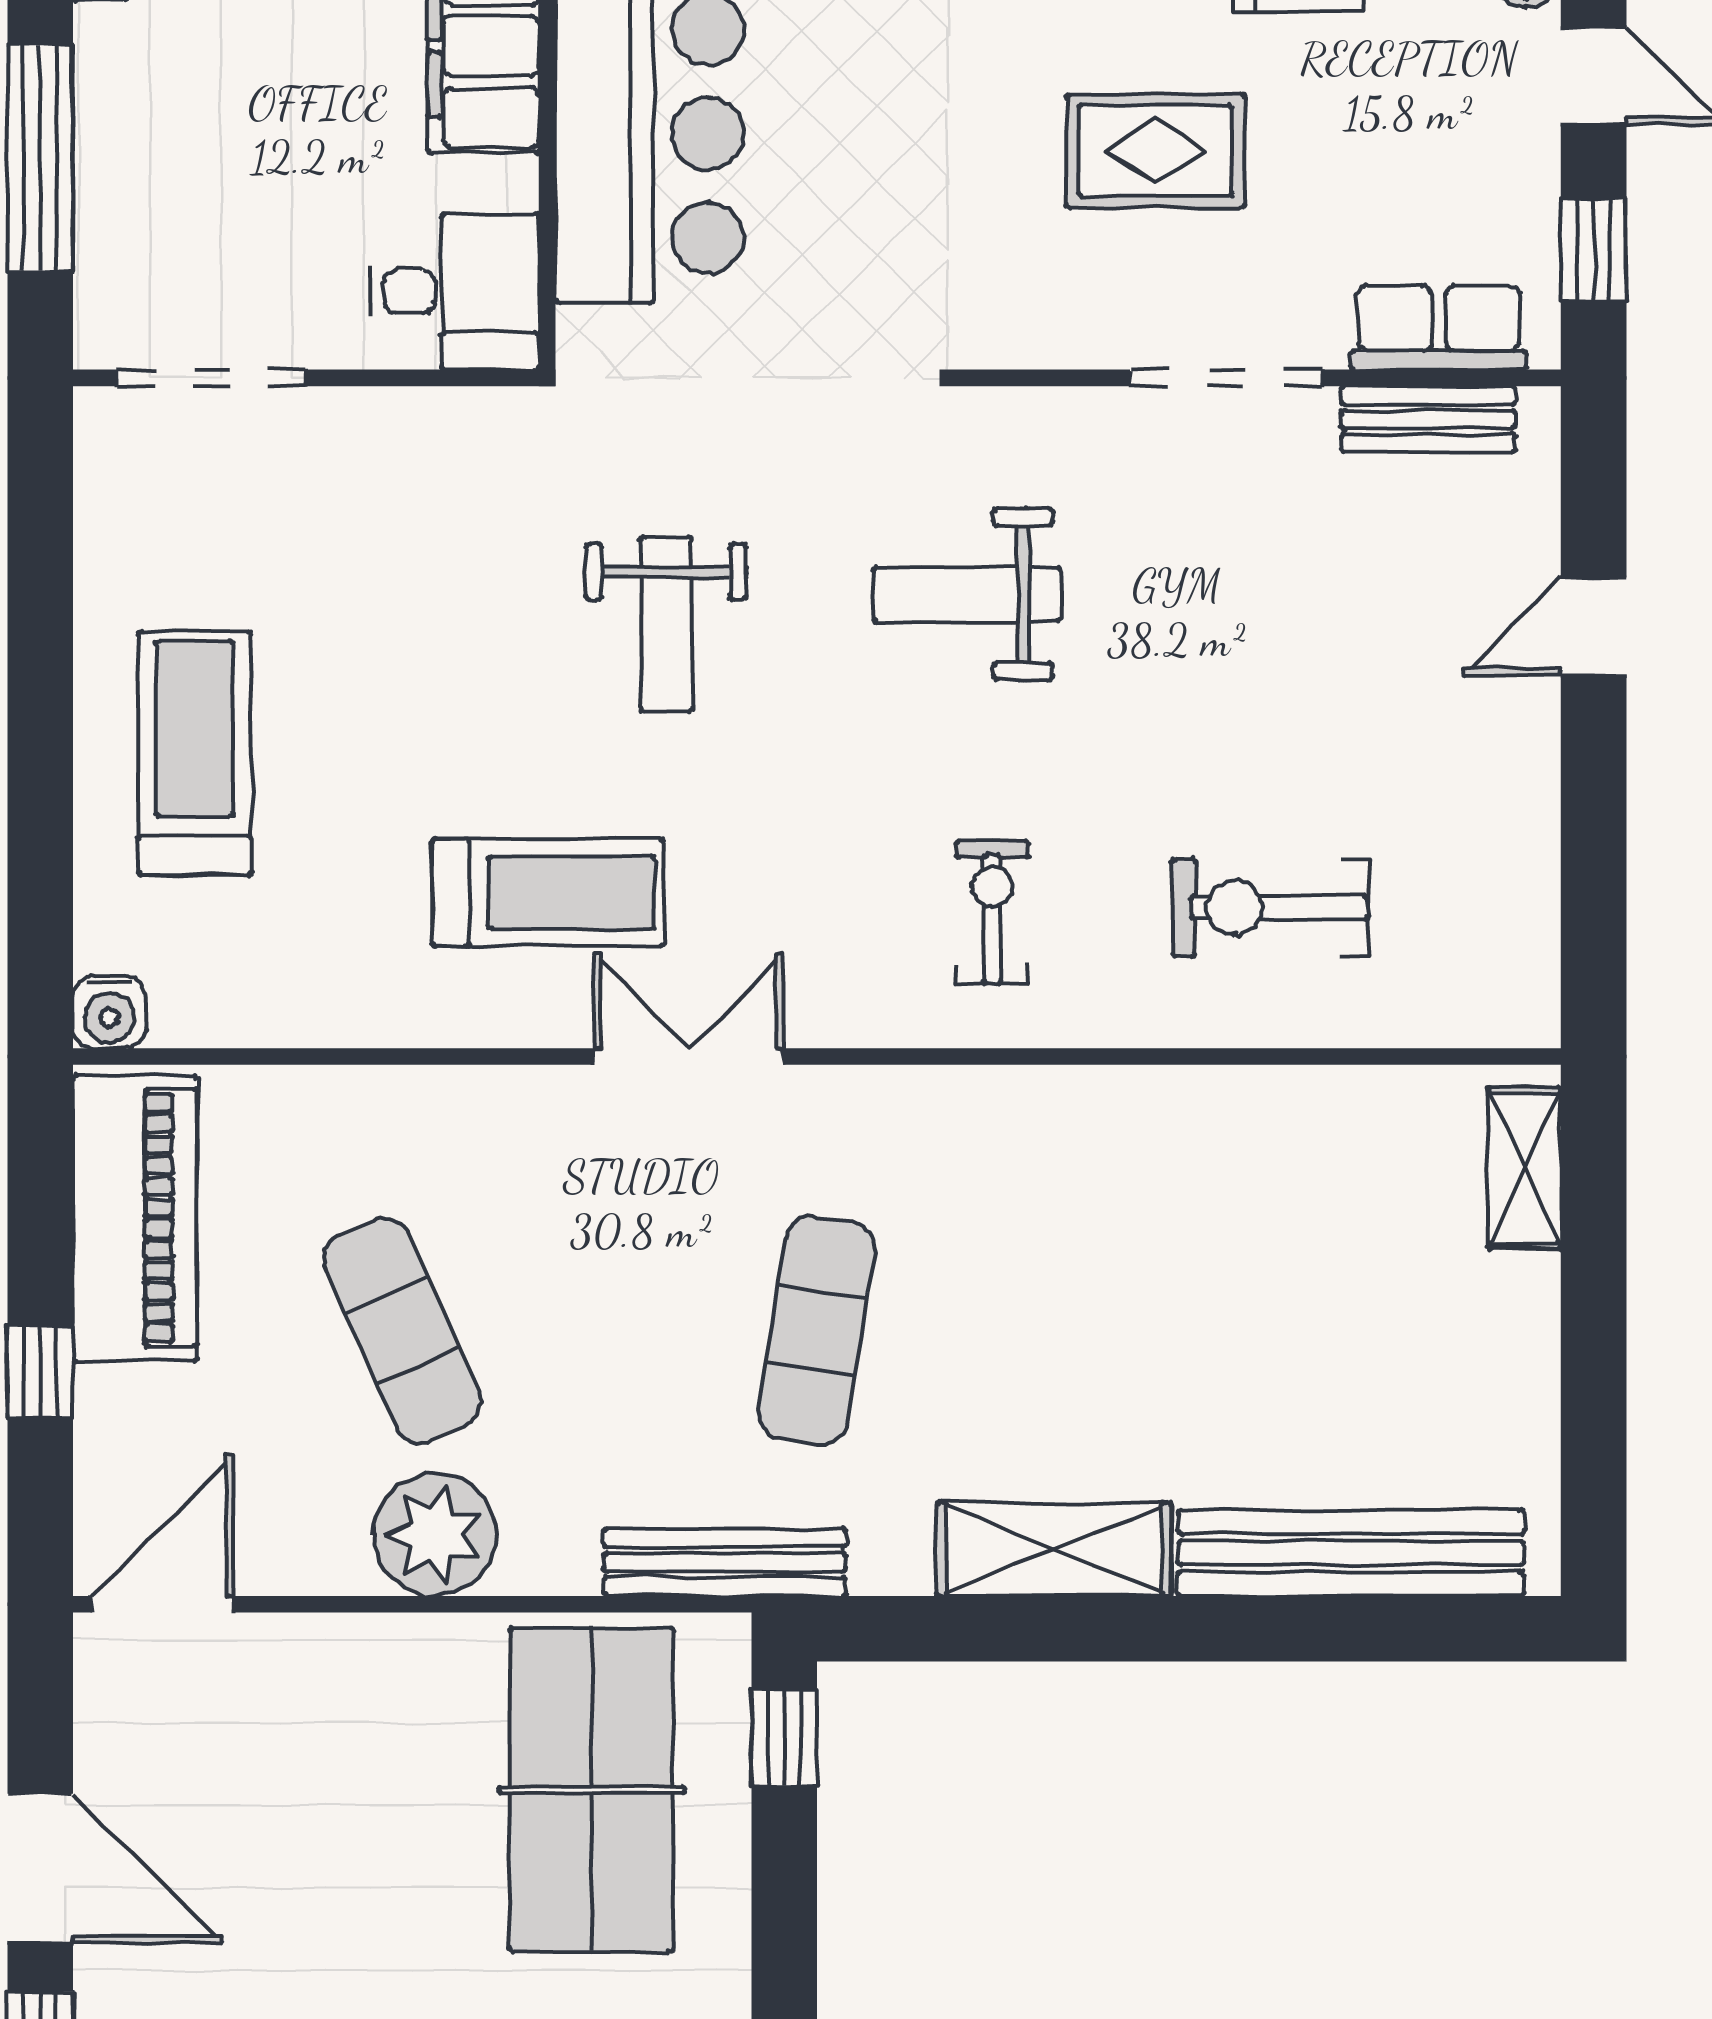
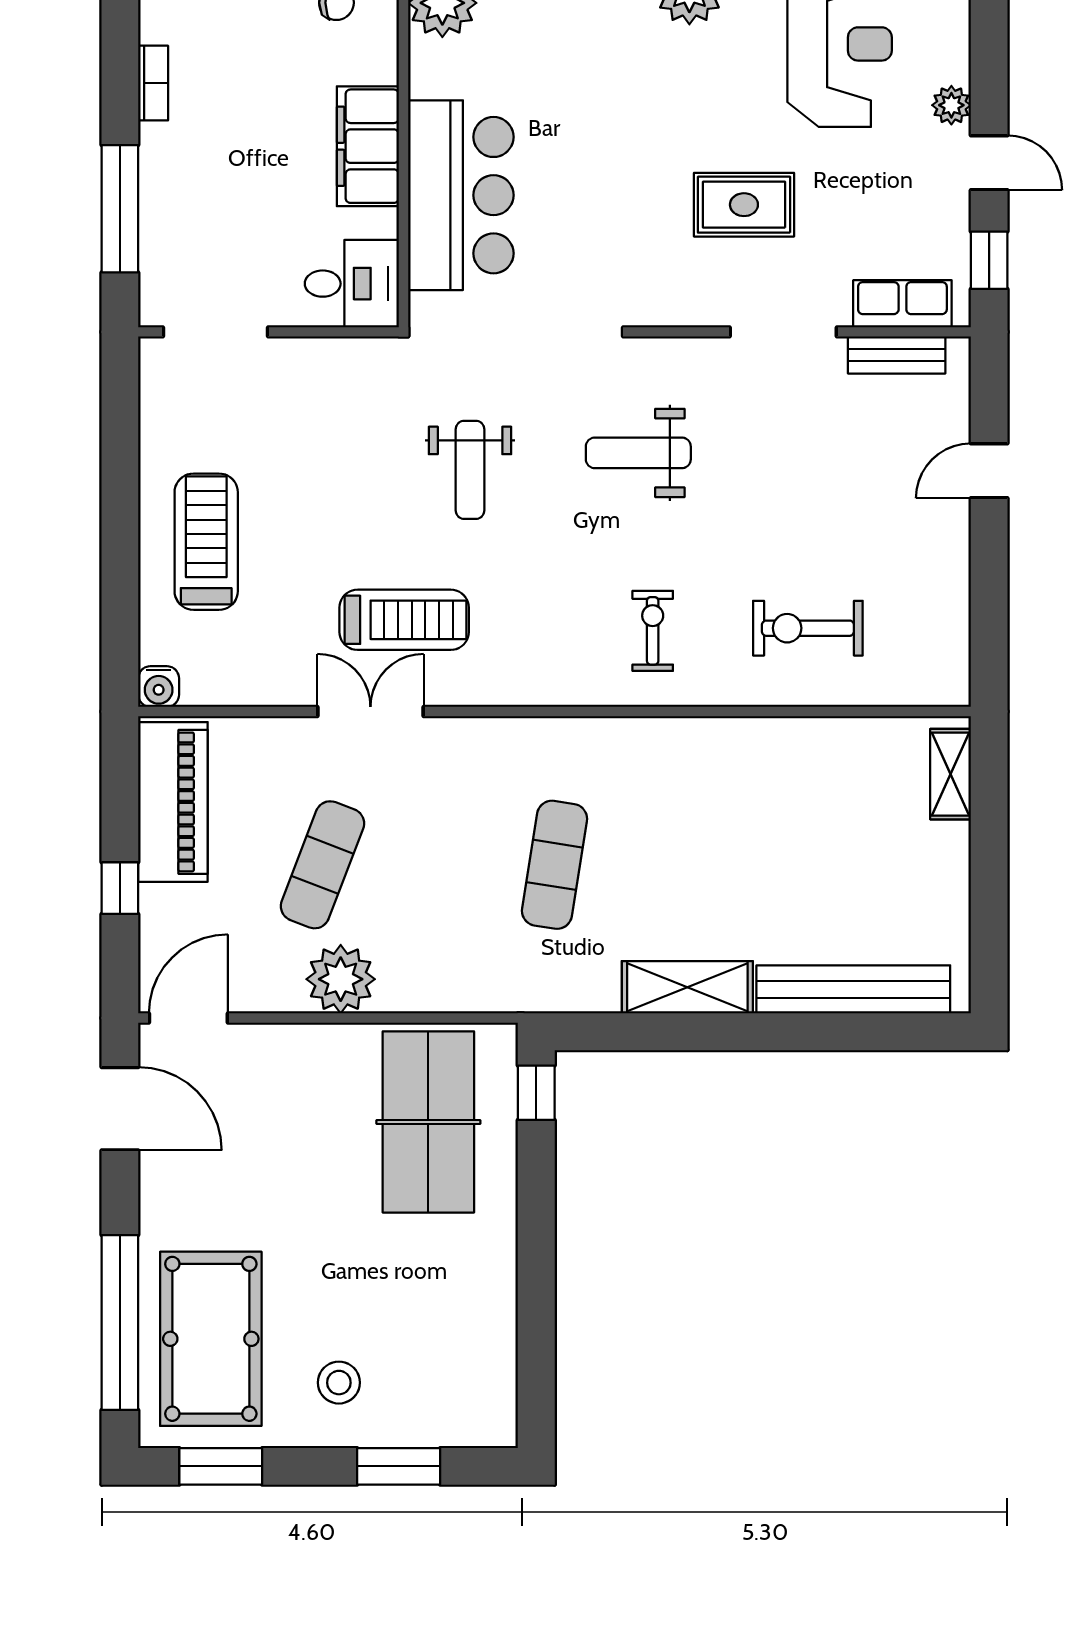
double door: (688, 1056) -> (370, 712), moved
exercise mat: (402, 1330) -> (322, 865), turned 45
bench: (725, 1562) -> (503, 994), removed
door: (40, 1868) -> (120, 1109), moved

